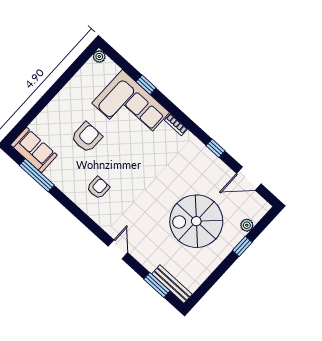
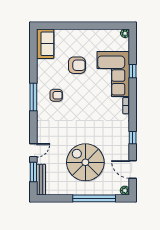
window: (37, 175) -> (33, 97), moved
plant: (247, 225) -> (125, 191), moved
window: (242, 246) -> (94, 198), width x3.17
door: (118, 249) -> (33, 150), moved

